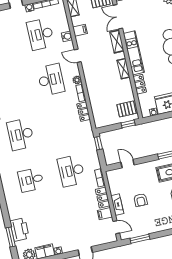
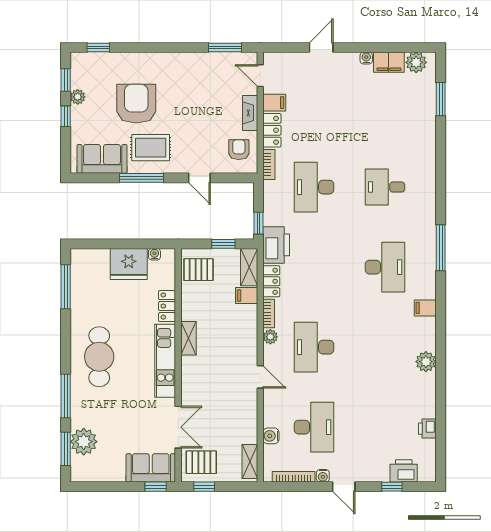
filing cabinet: (80, 30) -> (247, 296), moved
water cooler: (67, 36) -> (271, 436), moved
shelving: (117, 41) -> (249, 267), moved
window: (128, 124) -> (223, 244), moved
door: (128, 164) -> (199, 178), moved
desk: (71, 171) -> (314, 187), turned 180
desk: (31, 180) -> (385, 187), turned 180
armchair: (141, 200) -> (239, 150), moved
printer: (19, 230) -> (276, 245), moved, turned 180

